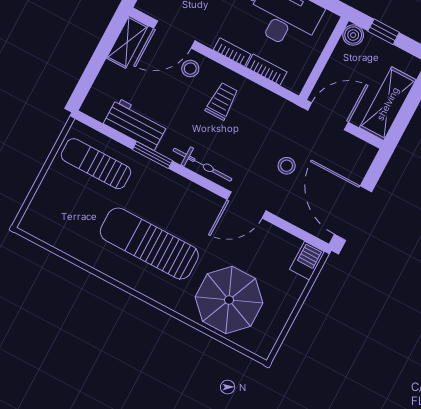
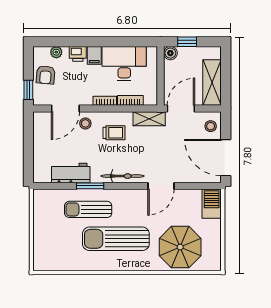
shelving: (127, 42) -> (149, 119), moved, turned 90
trolley: (222, 101) -> (114, 133), turned 90
sun lounger: (96, 164) -> (88, 209), moved
stool: (287, 166) -> (211, 126), moved
barbecue: (307, 261) -> (212, 204), width x1.38, depth x1.27

